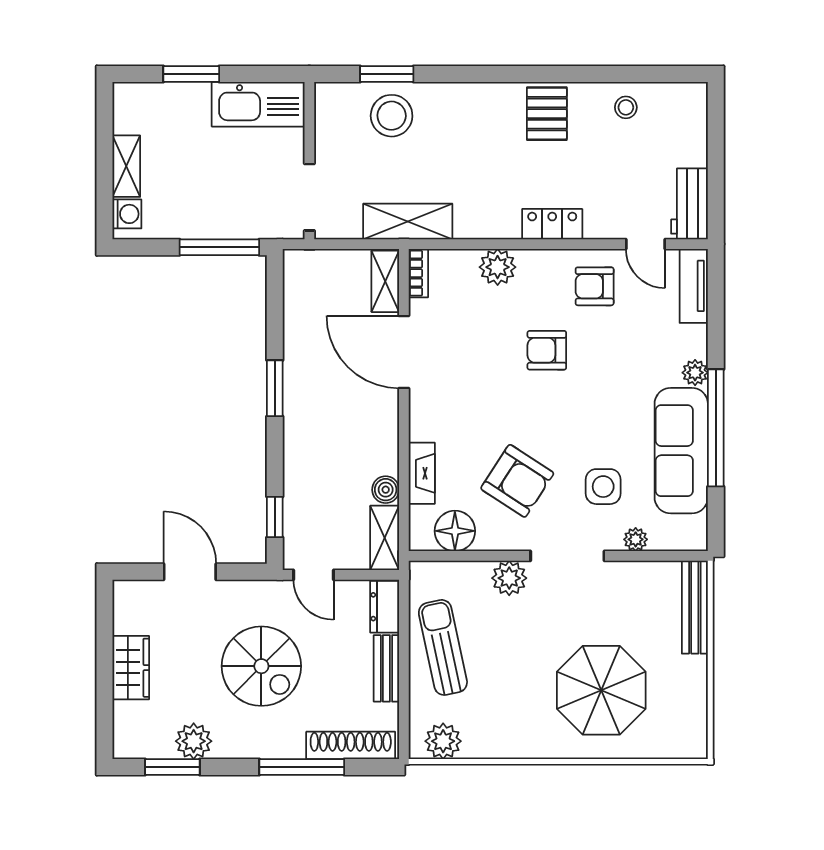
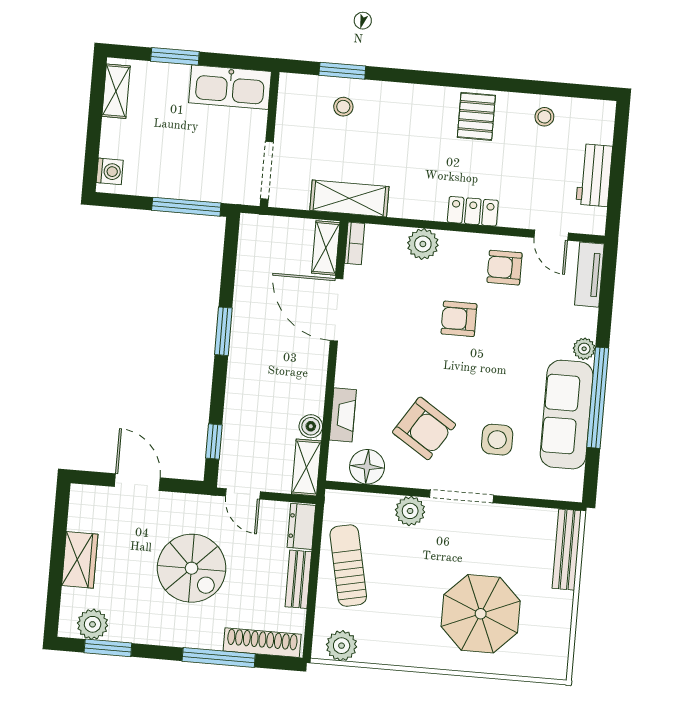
stool: (392, 116) -> (343, 107), width x0.53, depth x0.53
shelving: (126, 166) -> (116, 91), moved
workbench: (689, 204) -> (594, 175), moved
plant: (636, 539) -> (521, 487), removed
plant: (194, 741) -> (93, 624), moved

